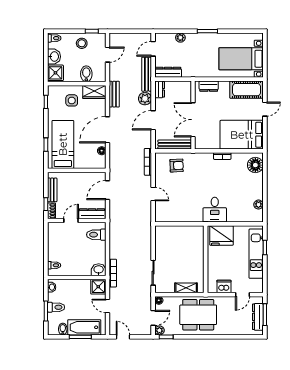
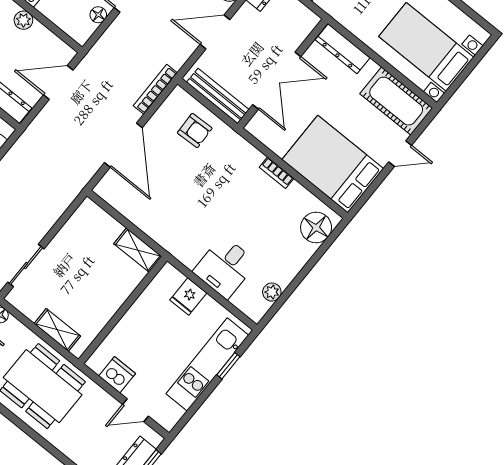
dresser: (209, 86) -> (343, 49), width x1.44
double door: (193, 120) -> (277, 81), swing flipped
plant: (74, 177) -> (23, 20), added
door: (153, 194) -> (123, 145), width x1.88
desk: (215, 210) -> (225, 267), moved
shelving: (192, 231) -> (138, 250), added
fridge: (221, 235) -> (188, 296), width x0.53, depth x0.75

